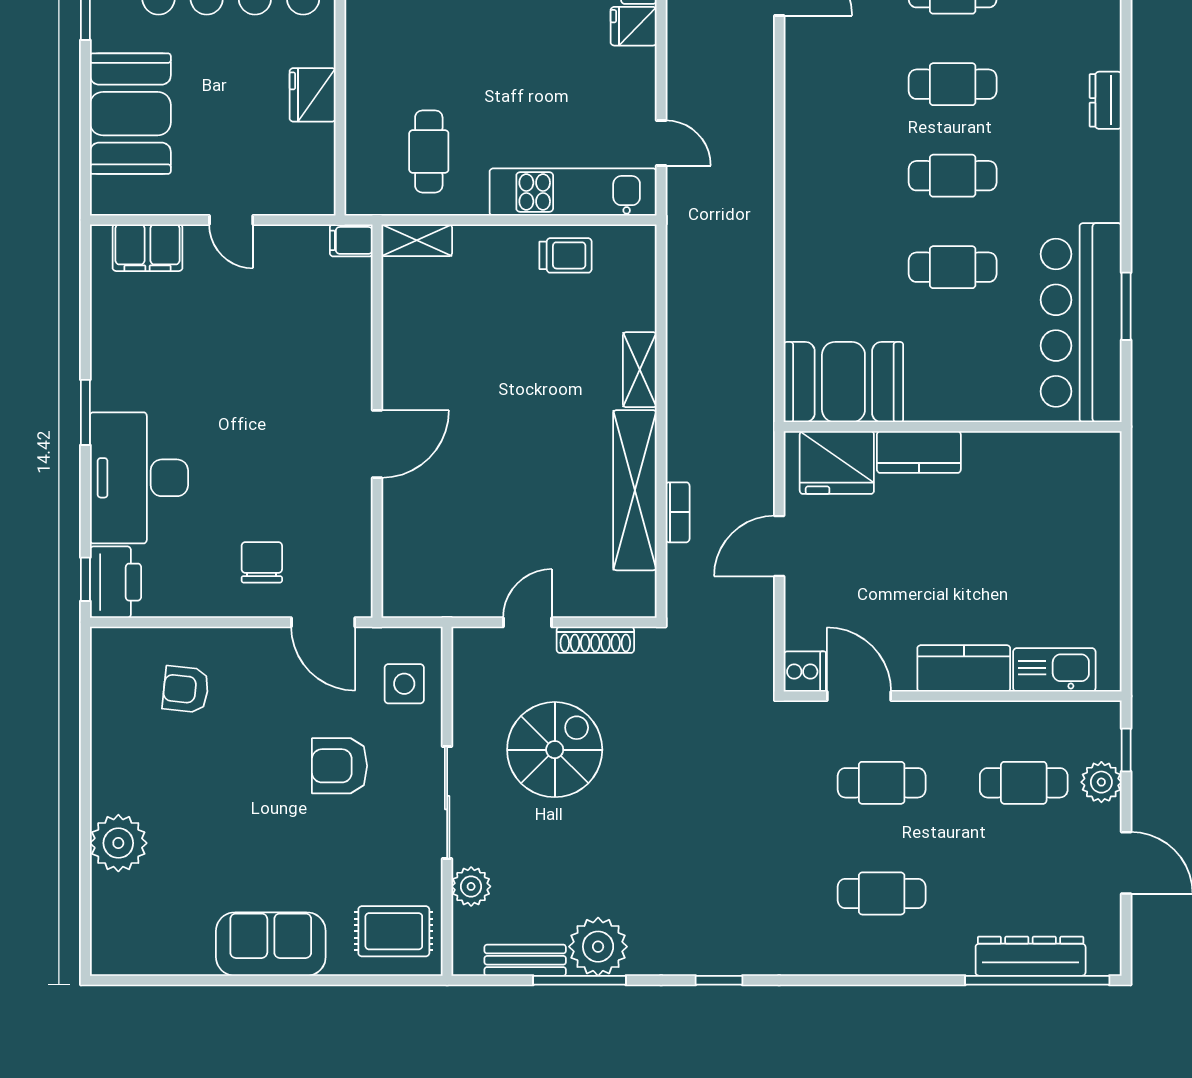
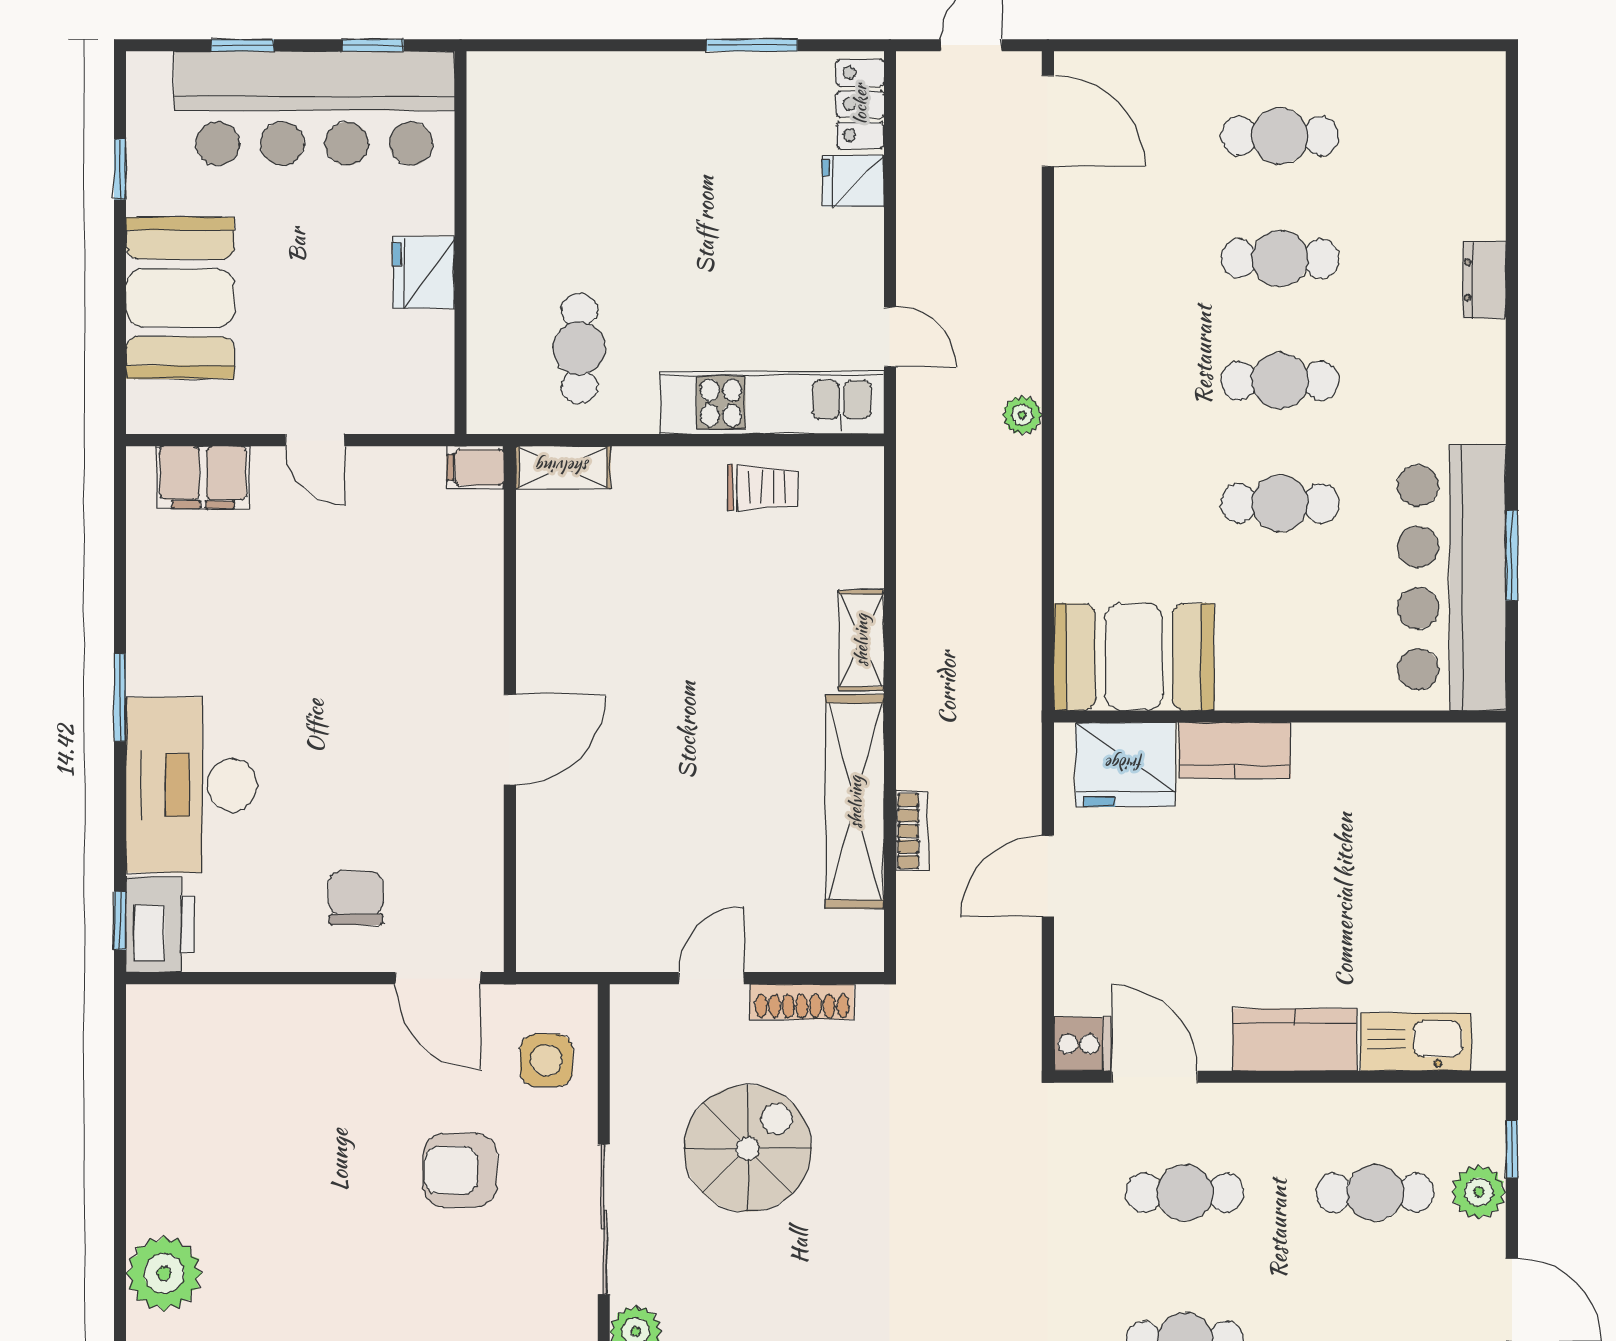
plant: (760, 201) -> (1022, 415), added
armchair: (186, 689) -> (254, 1068), removed

